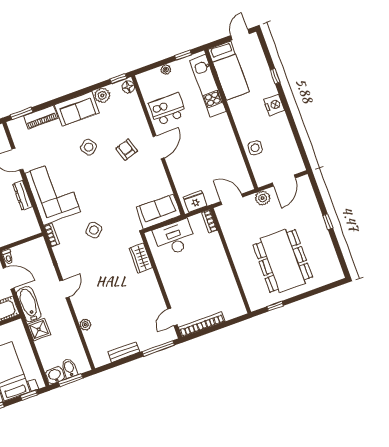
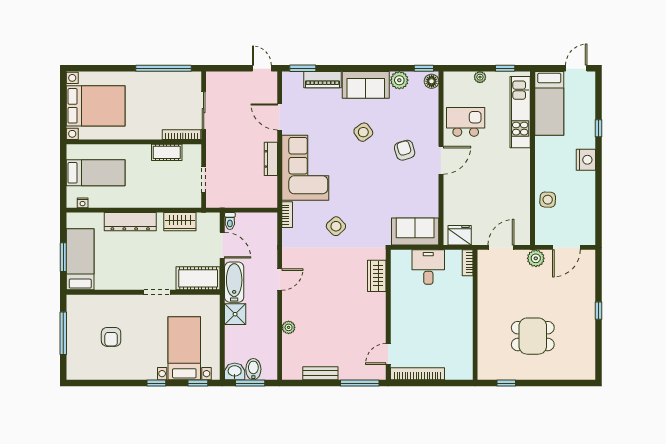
door: (232, 199) -> (501, 247), hinge flipped
desk: (175, 238) -> (428, 267), width x0.73
dining table: (283, 261) -> (533, 336), width x0.53, depth x0.80

